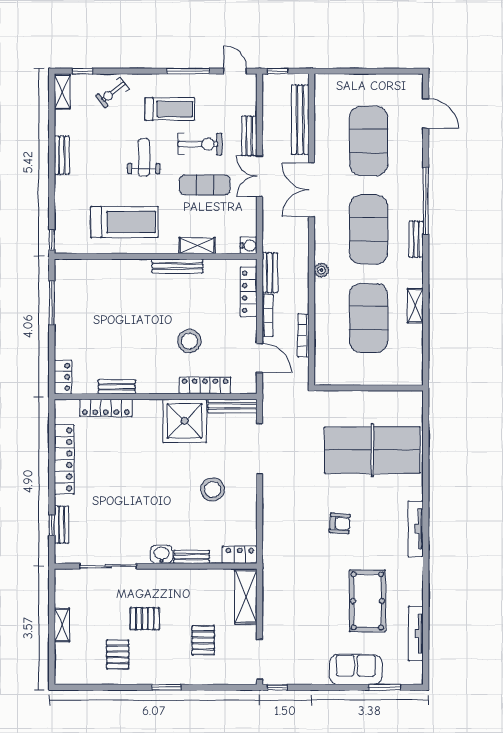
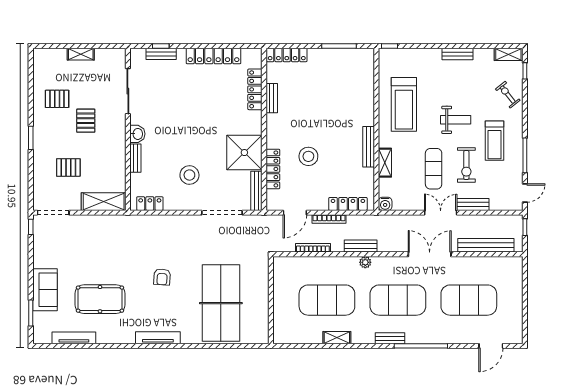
bench: (270, 273) -> (361, 246), moved
locker: (63, 377) -> (287, 55), width x1.53
locker: (240, 555) -> (150, 204), moved, turned -90

